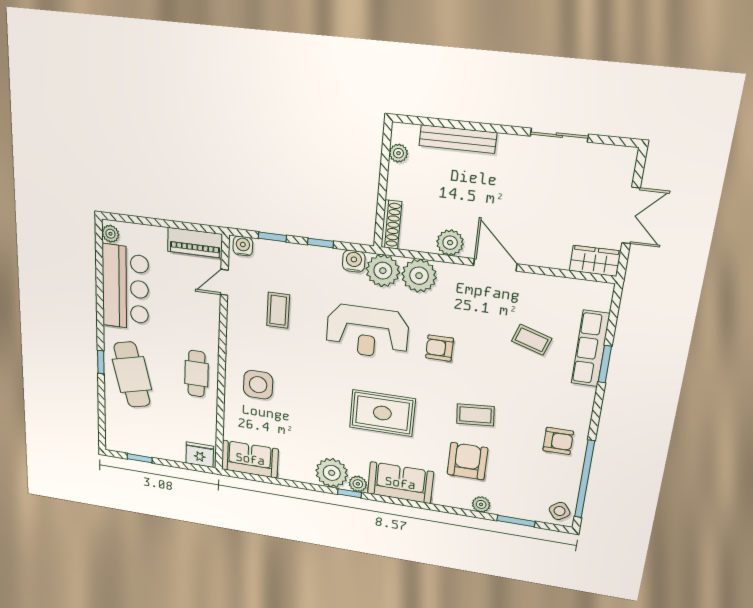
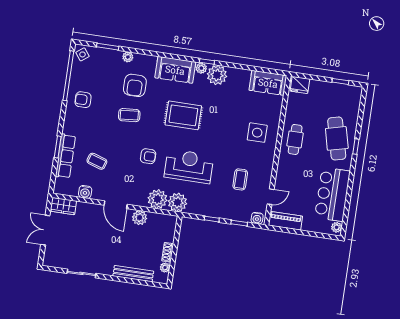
shoe rack: (391, 225) -> (168, 252), moved, width x0.70
water cooler: (354, 261) -> (85, 192), moved

